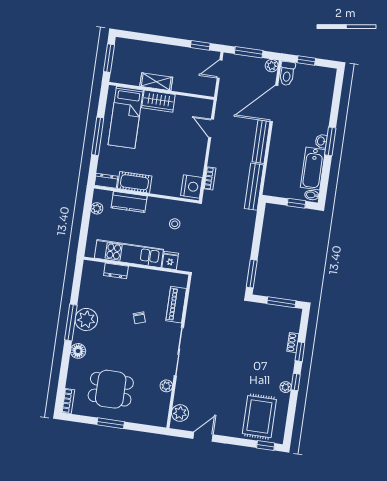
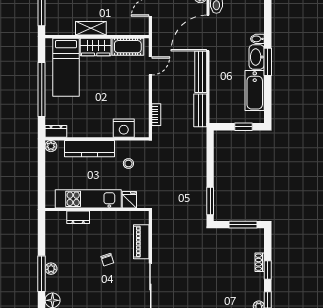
door: (211, 128) -> (150, 66), swing flipped
window: (98, 136) -> (42, 90), width x1.46
washbasin: (321, 141) -> (257, 57), width x1.91, depth x1.45
cot: (135, 182) -> (128, 47), moved
nightstand: (192, 187) -> (124, 128), moved, turned 90
bench: (254, 187) -> (200, 110), width x0.73
bidet: (312, 195) -> (257, 39), moved
kitchen counter: (129, 202) -> (90, 149), width x1.50
plant: (97, 208) -> (51, 146), moved
plant: (86, 319) -> (51, 269), width x0.53, depth x0.53

